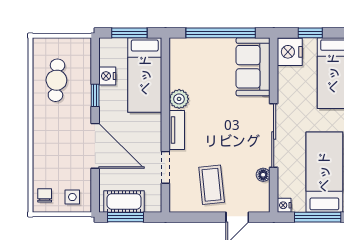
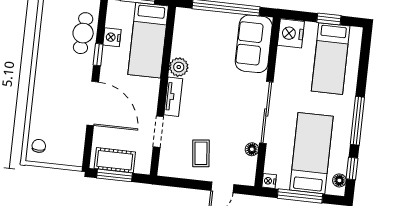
window: (310, 33) -> (329, 19), moved
cafe table: (56, 80) -> (83, 33), moved
coffee table: (212, 185) -> (201, 153), width x0.73, depth x0.77
side table: (72, 197) -> (65, 150), removed

